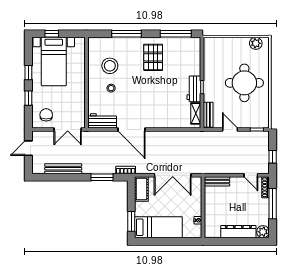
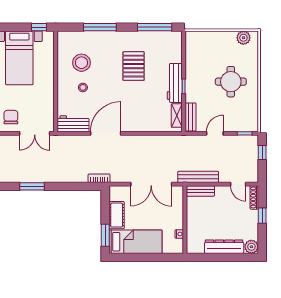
window: (52, 34) -> (39, 27), moved
pallet: (153, 57) -> (134, 66), moved
round table: (244, 83) -> (231, 82), width x0.73, depth x0.73
workbench: (194, 89) -> (175, 83), width x1.38
door: (132, 130) -> (106, 133), swing flipped
door: (230, 130) -> (215, 133), hinge flipped
window: (273, 157) -> (262, 152), moved
bench: (63, 169) -> (198, 177), moved
window: (102, 177) -> (32, 186), moved
cot: (141, 189) -> (117, 215), moved
window: (273, 204) -> (262, 216), width x0.46

